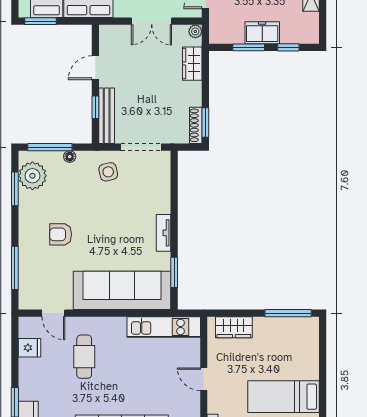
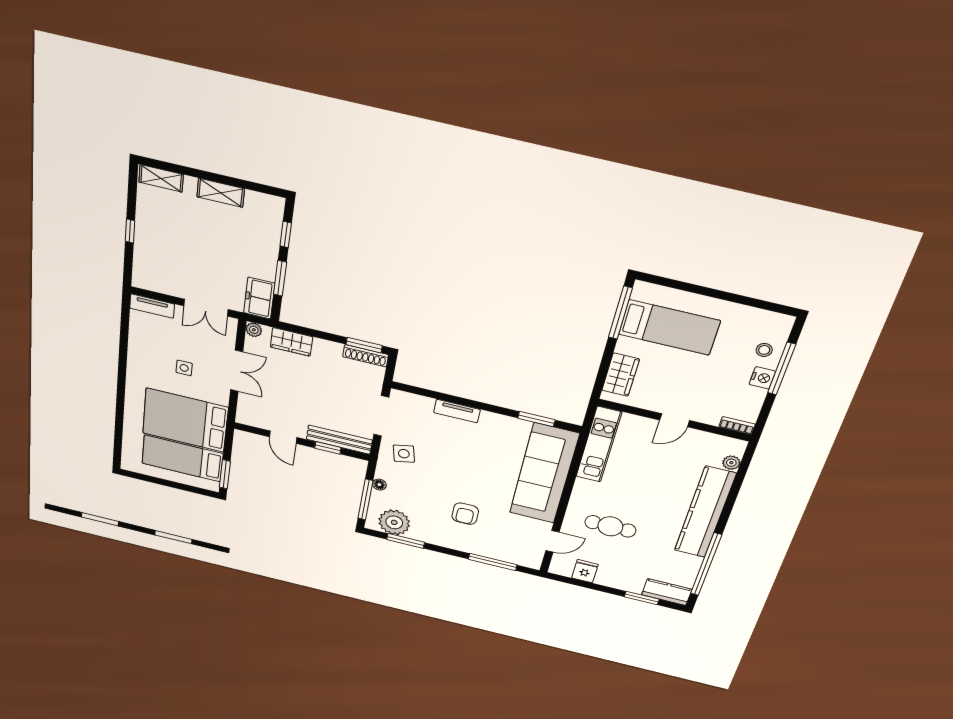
freezer: (262, 33) -> (259, 298), moved
tv unit: (164, 233) -> (457, 411), moved
bed: (283, 397) -> (669, 327), moved, turned -90

